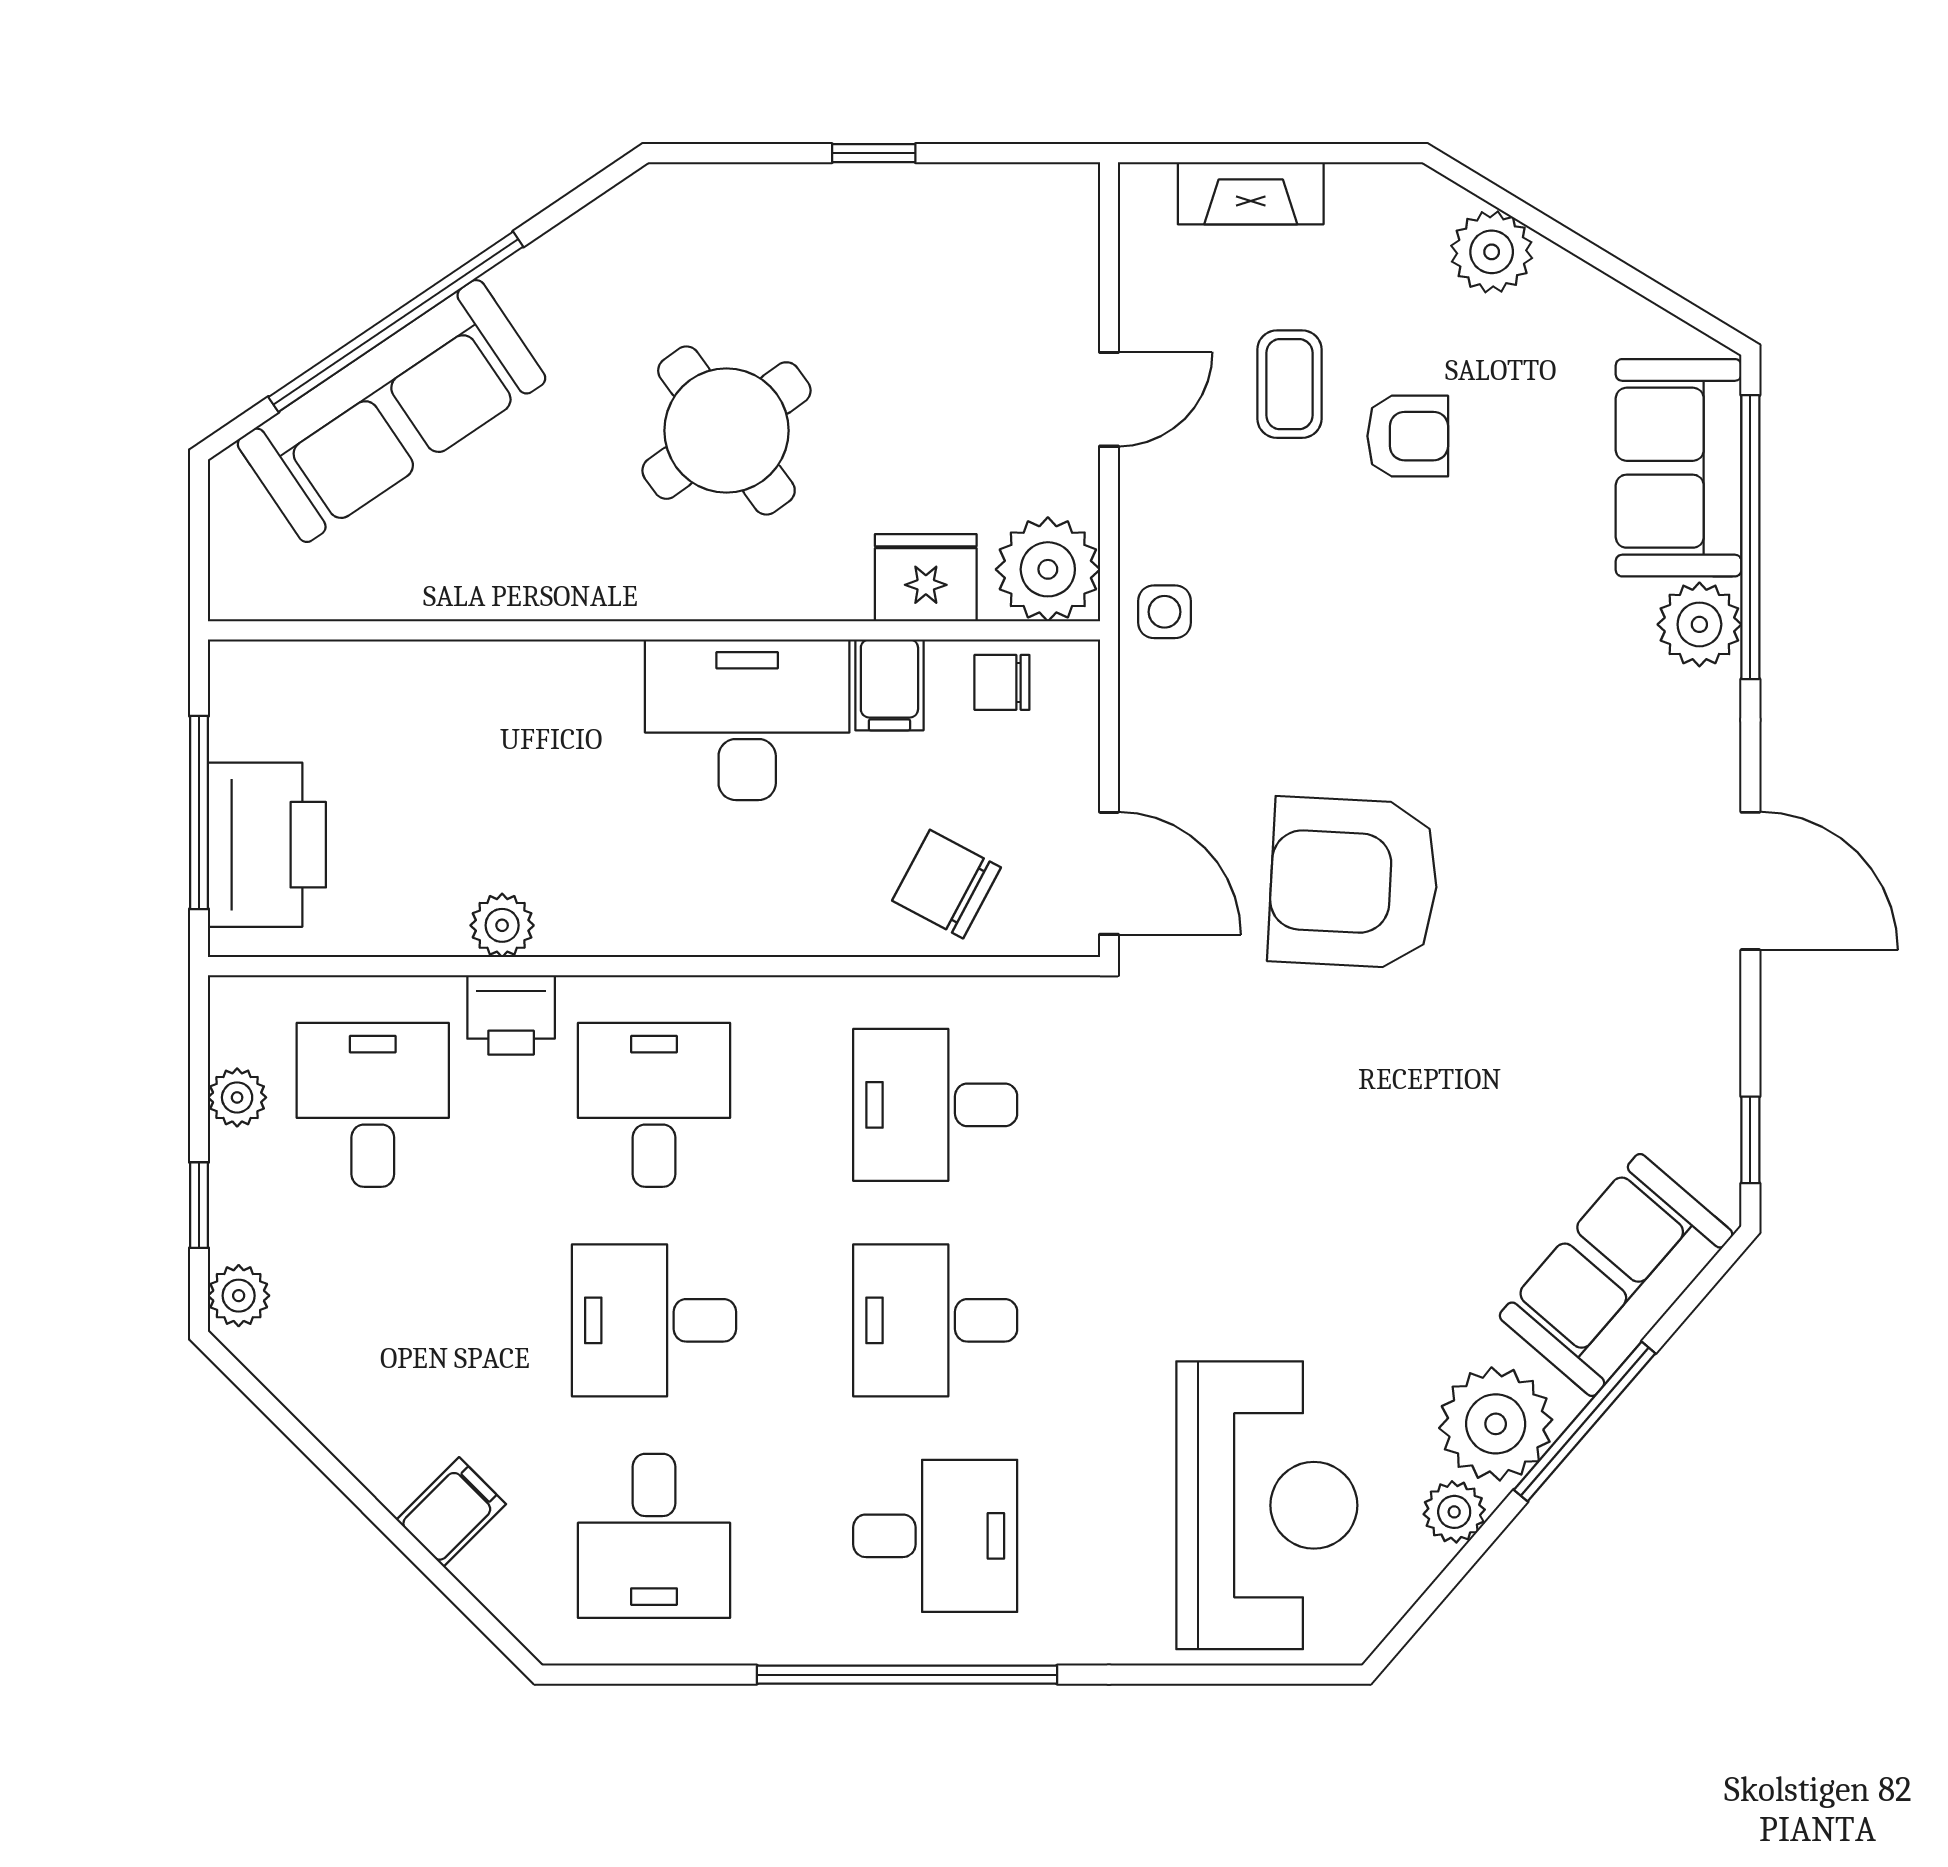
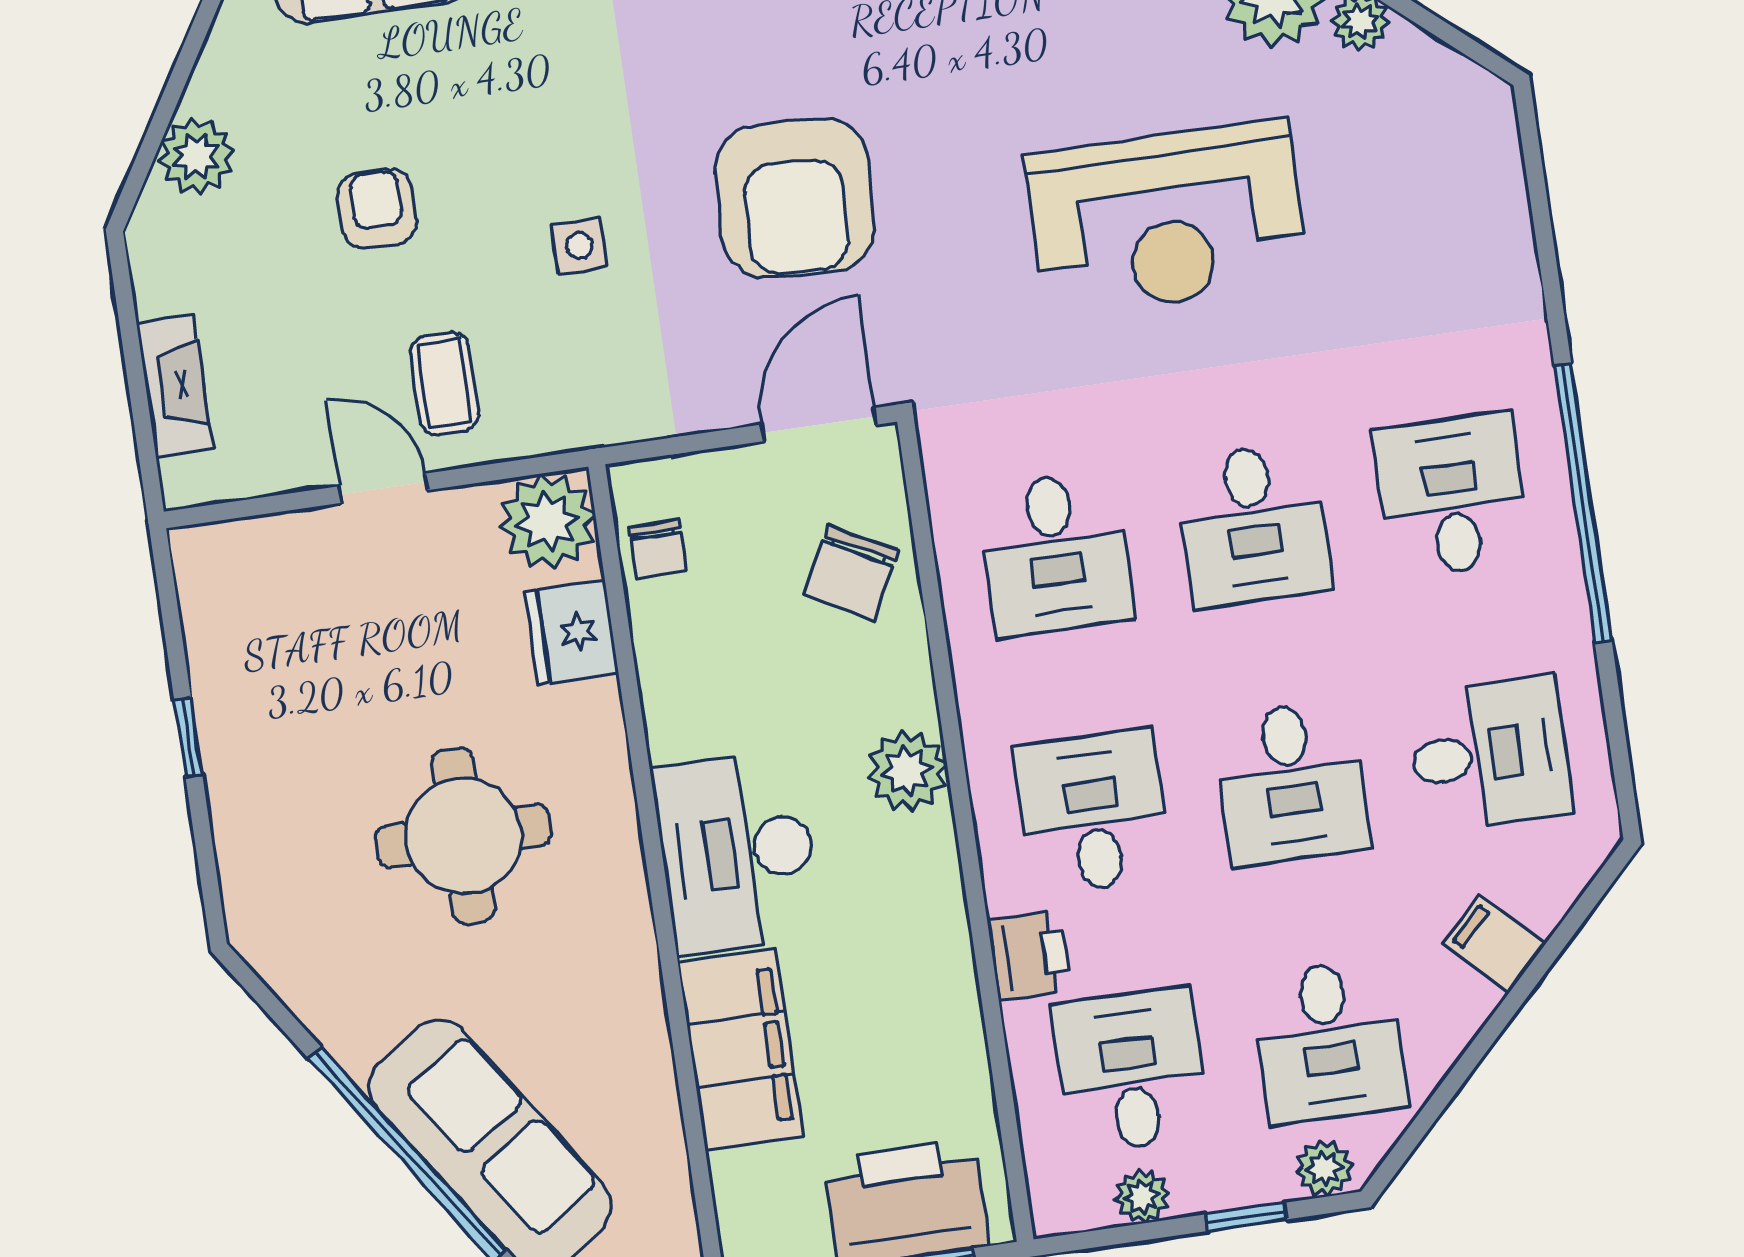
coffee table: (1289, 384) -> (444, 383), moved, turned 90
round table: (726, 431) -> (463, 836), turned 36
side table: (1164, 612) -> (579, 246), moved
filing cabinet: (889, 685) -> (740, 1049), moved, width x3.00, depth x1.17
desk: (747, 720) -> (737, 852), moved
plant: (502, 925) -> (907, 771), moved, width x1.38, depth x1.38
desk: (373, 1105) -> (1131, 1071), turned 90
desk: (654, 1105) -> (1093, 812), turned 90
desk: (373, 1320) -> (1329, 1042), added
reception desk: (1267, 1505) -> (1167, 219), moved, turned 180

